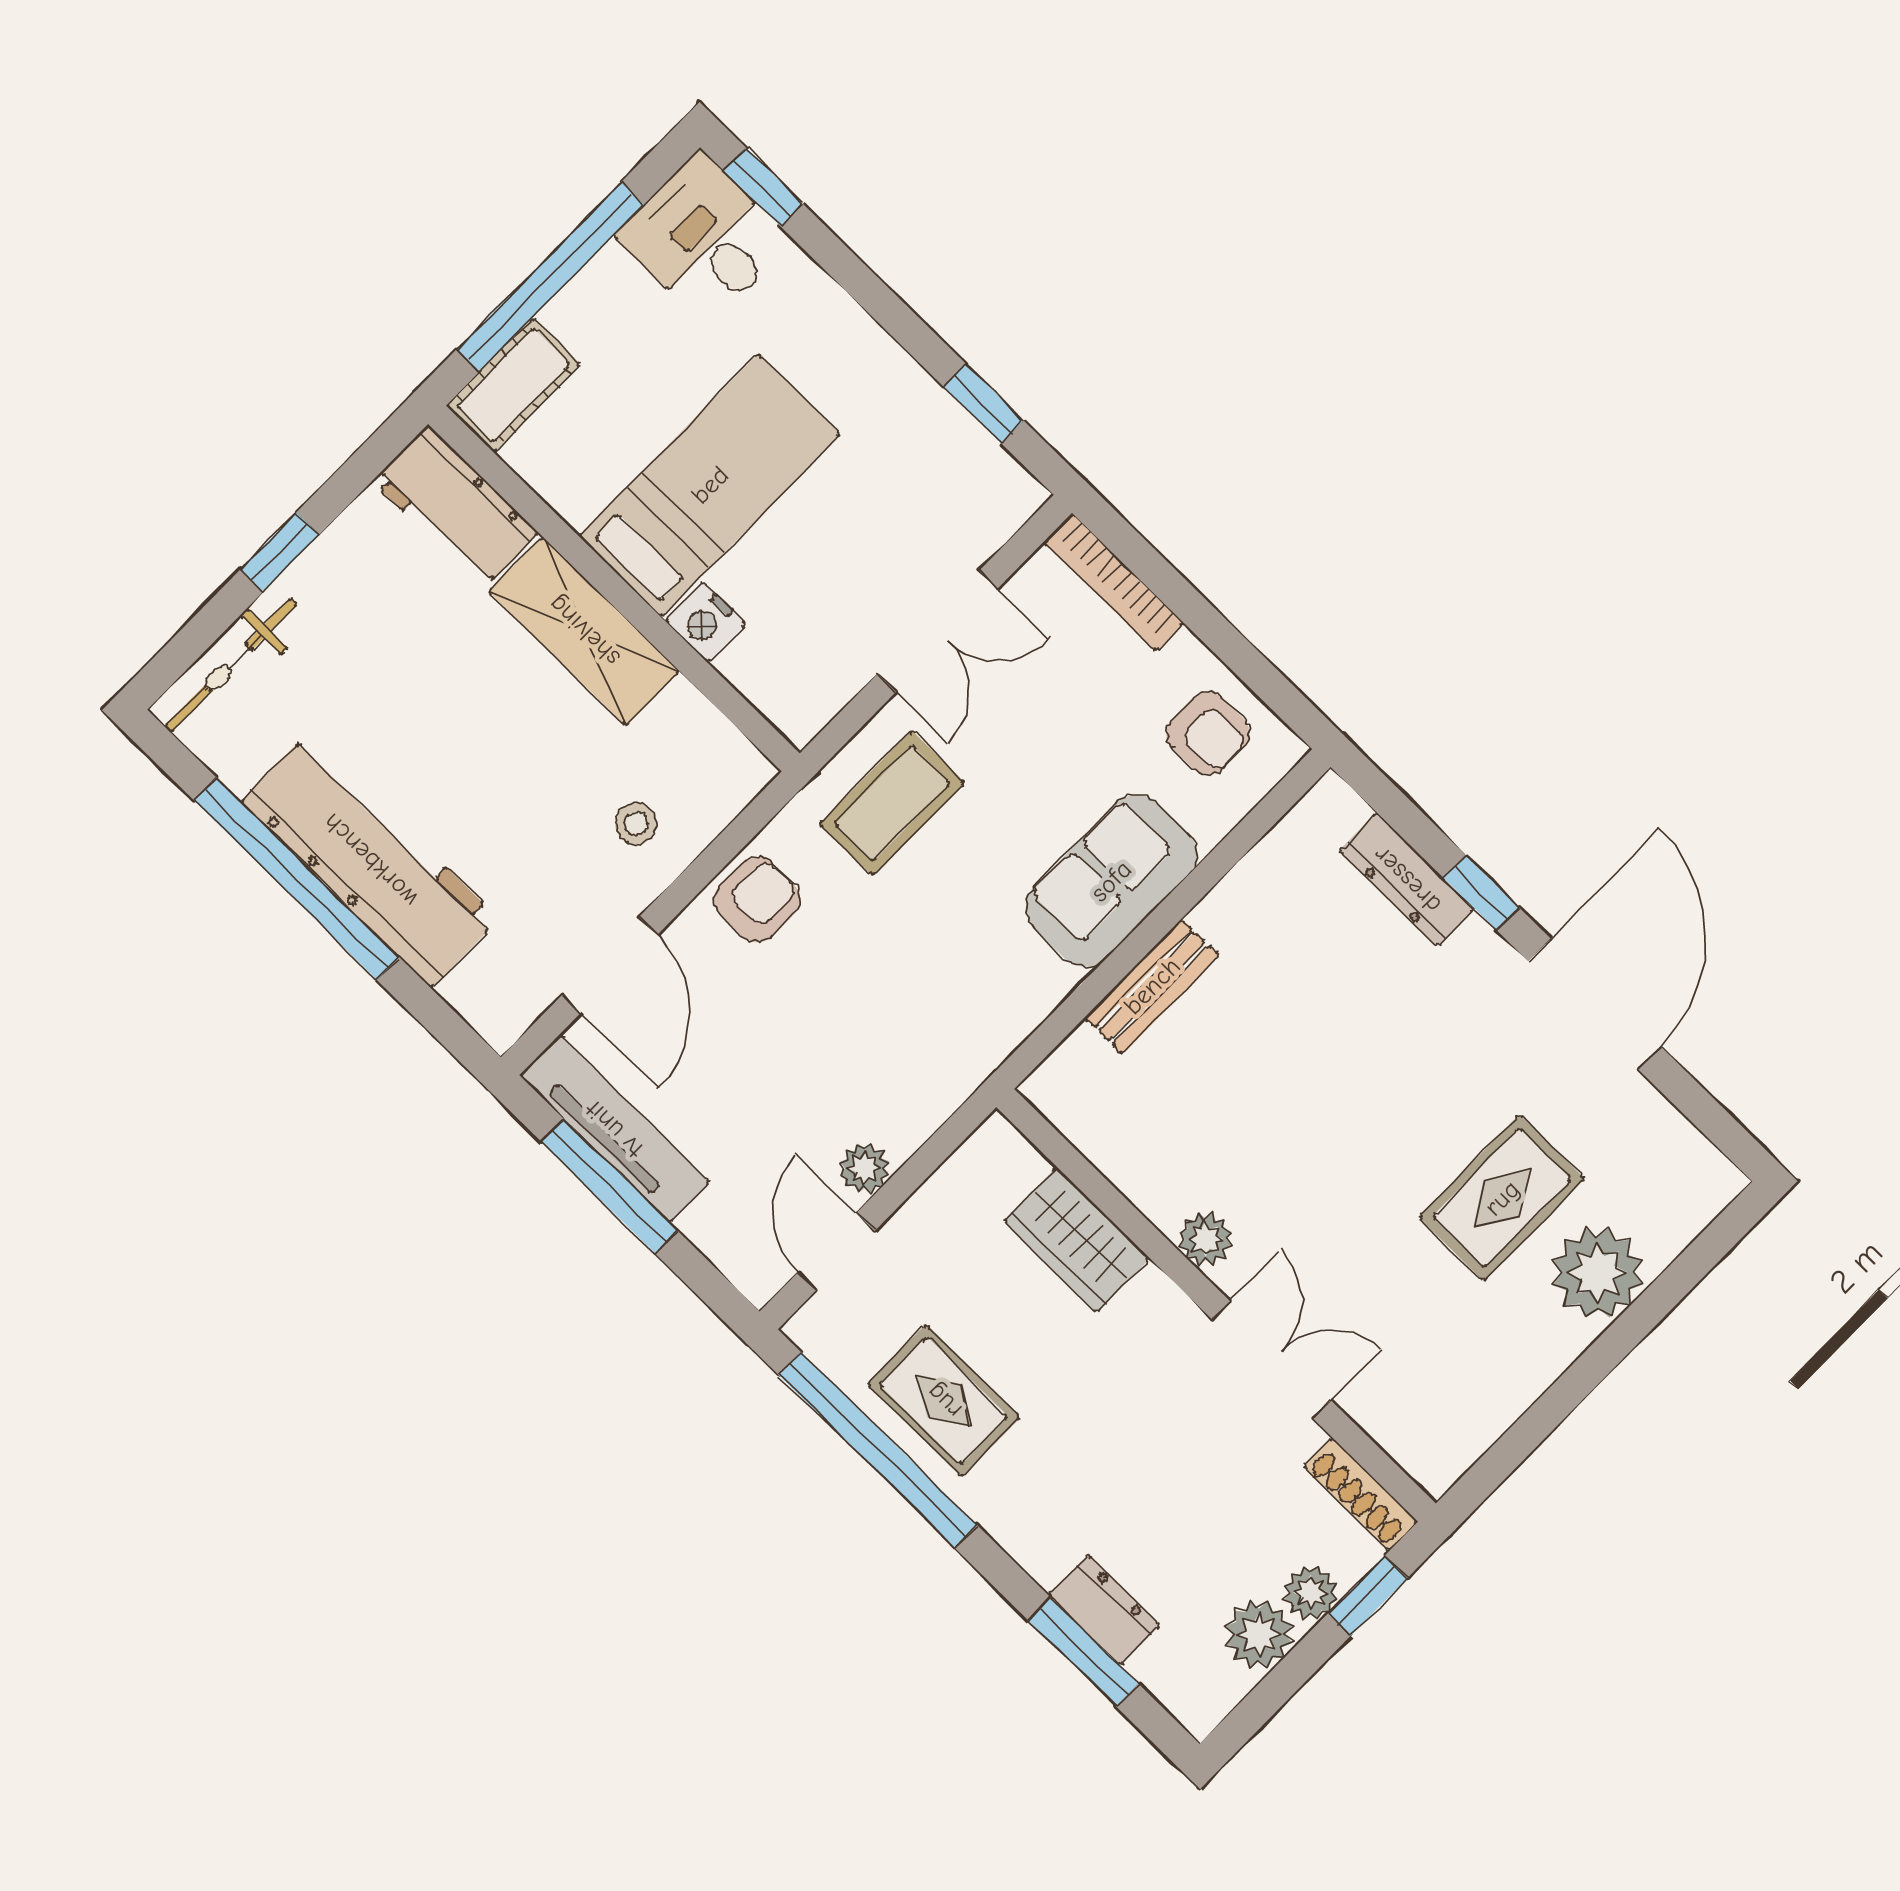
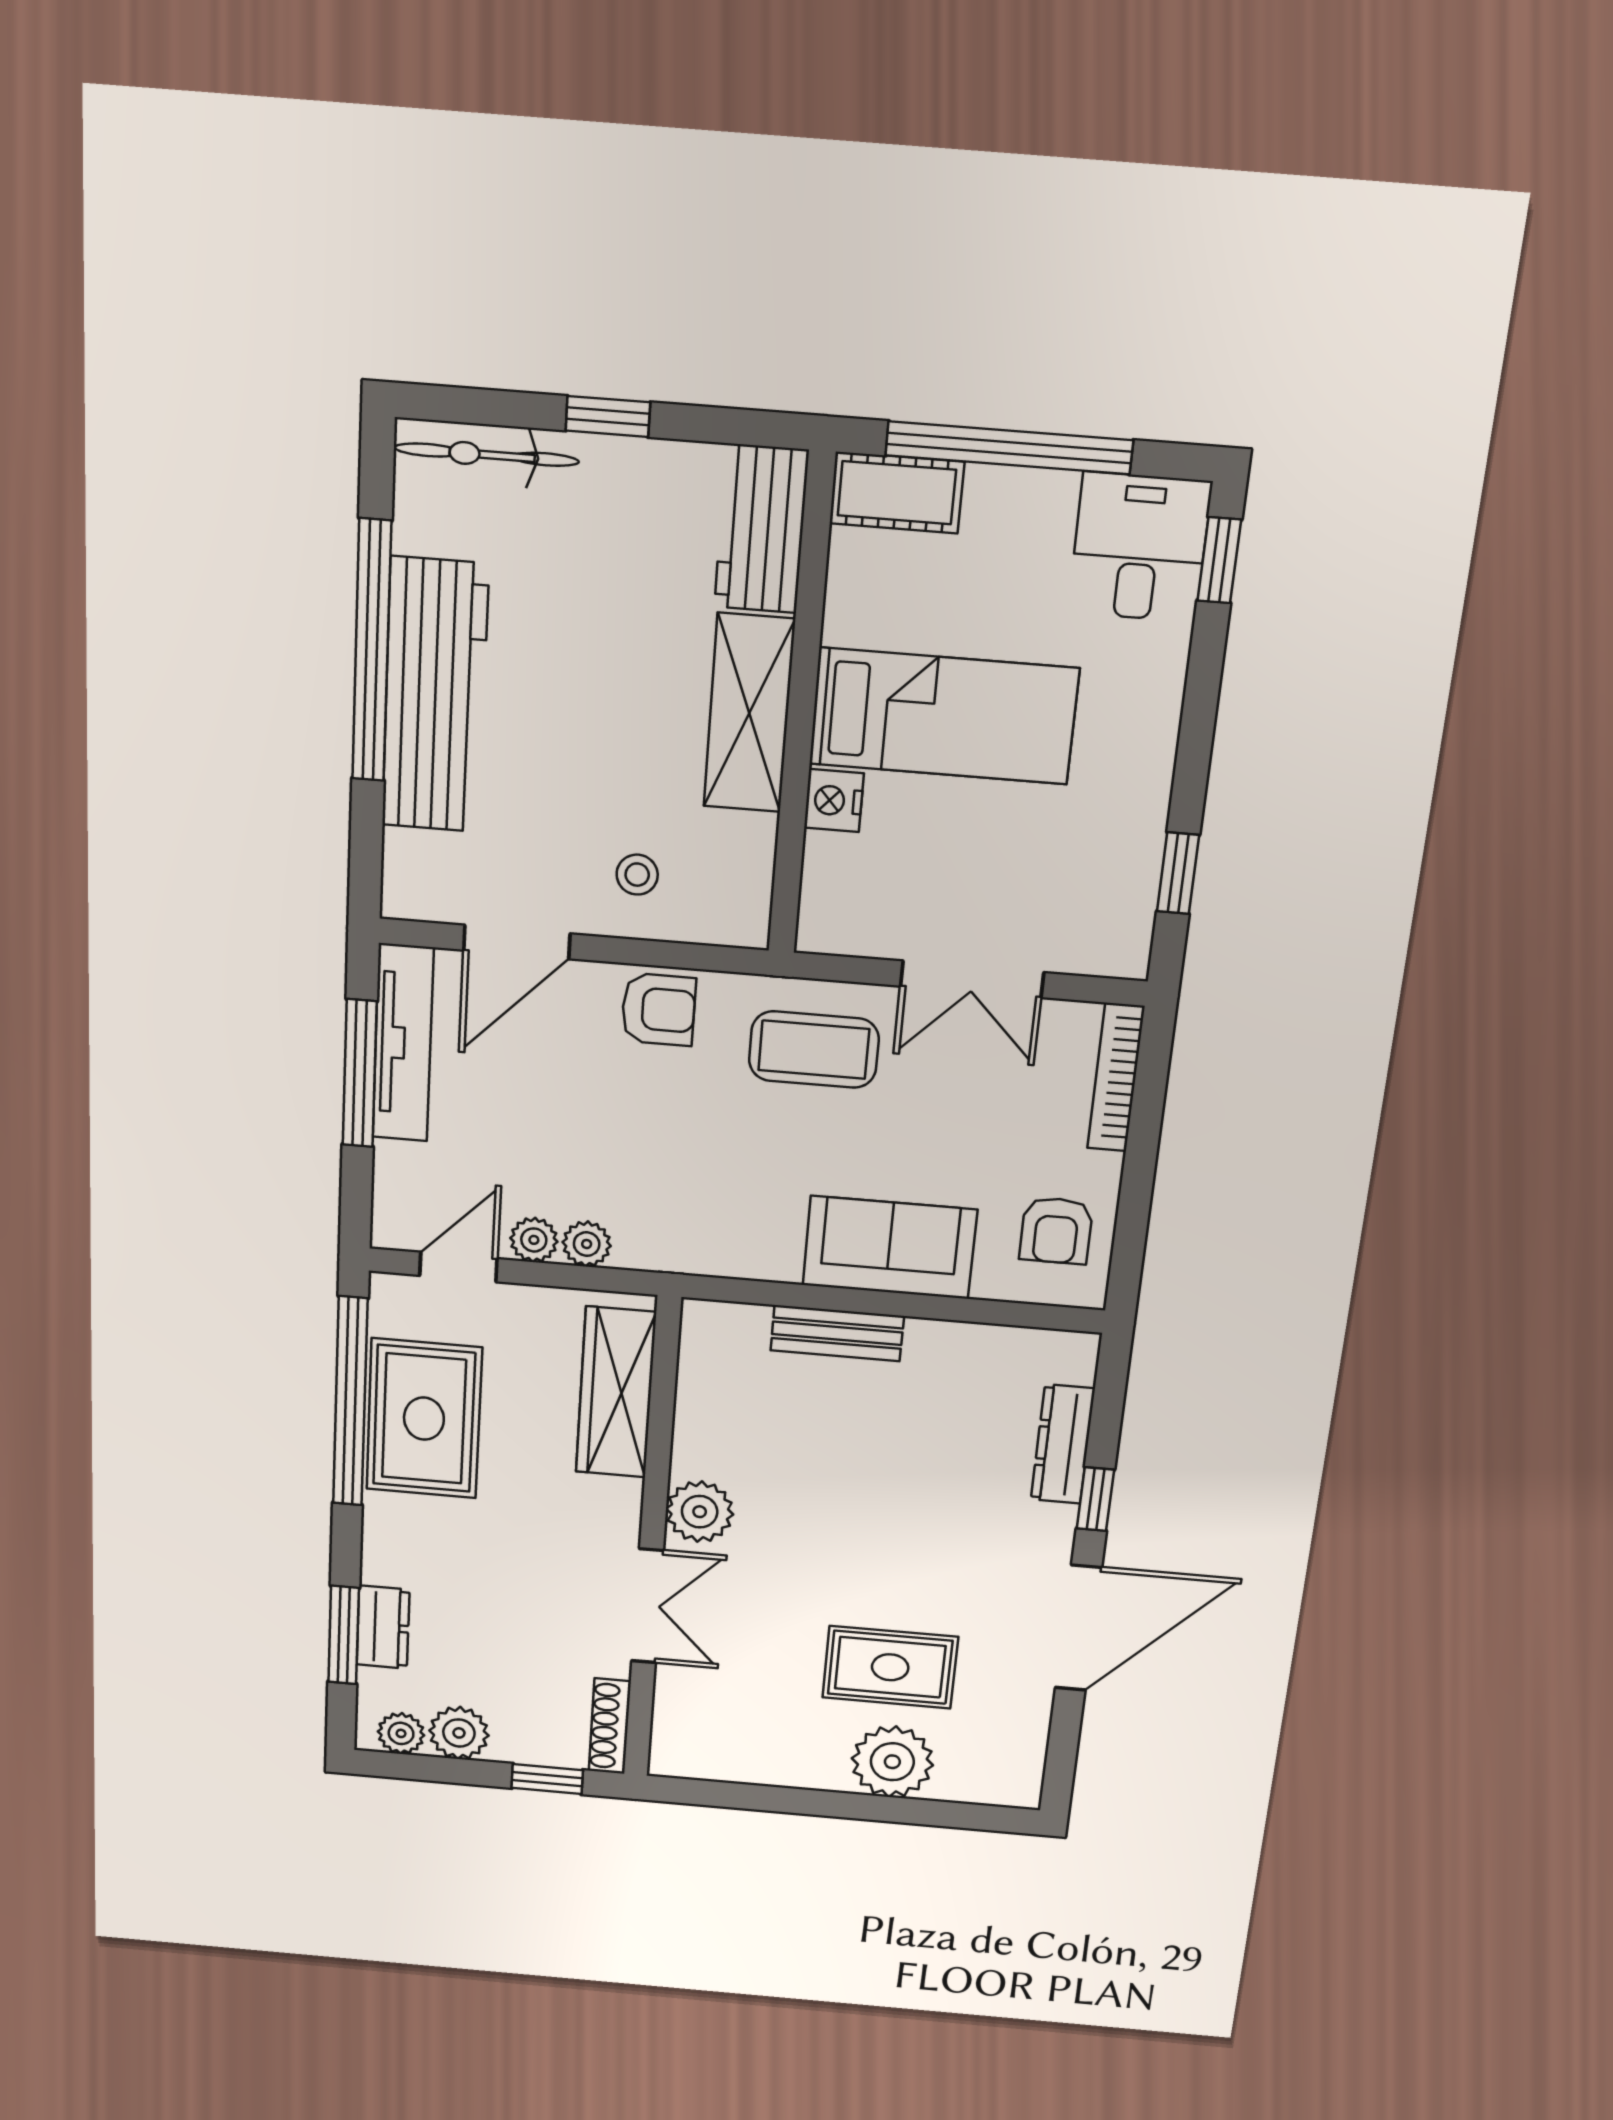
plant: (904, 1128) -> (587, 1244), added
plant: (1205, 1239) -> (700, 1512), width x1.38, depth x1.38
wardrobe: (1077, 1240) -> (616, 1392), width x1.50
rug: (944, 1401) -> (424, 1419), width x1.36, depth x1.43
plant: (1311, 1592) -> (401, 1733), moved

